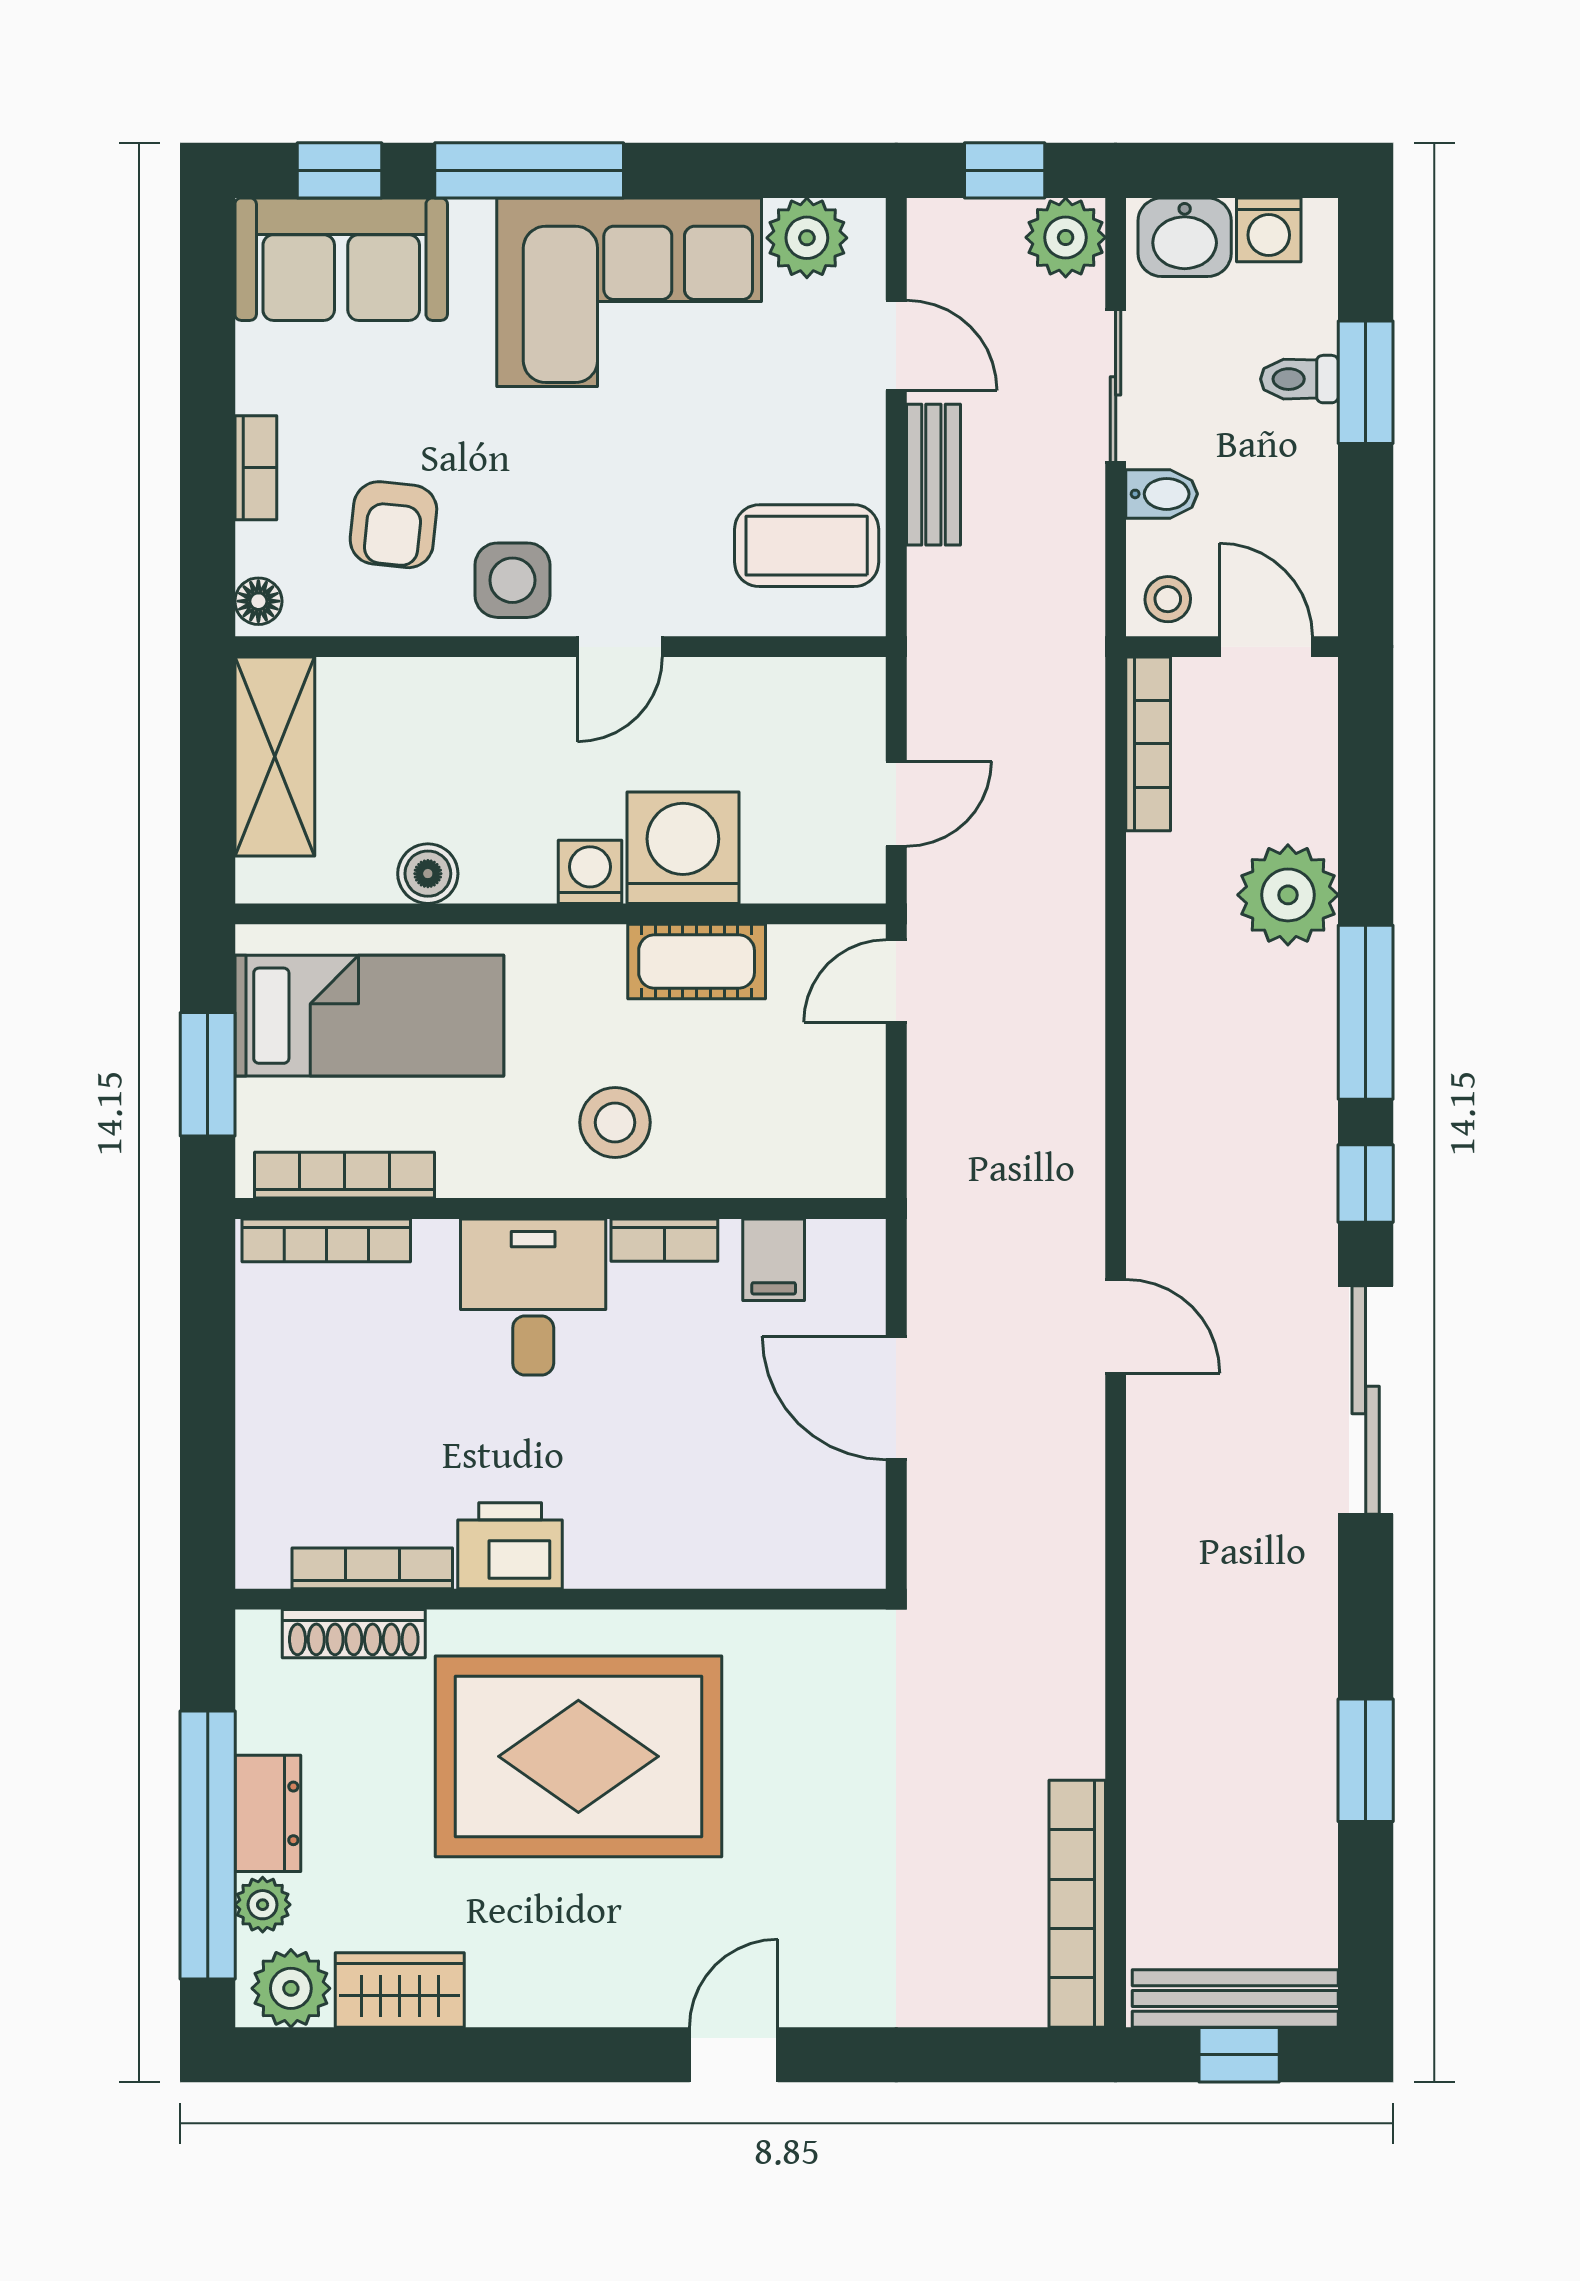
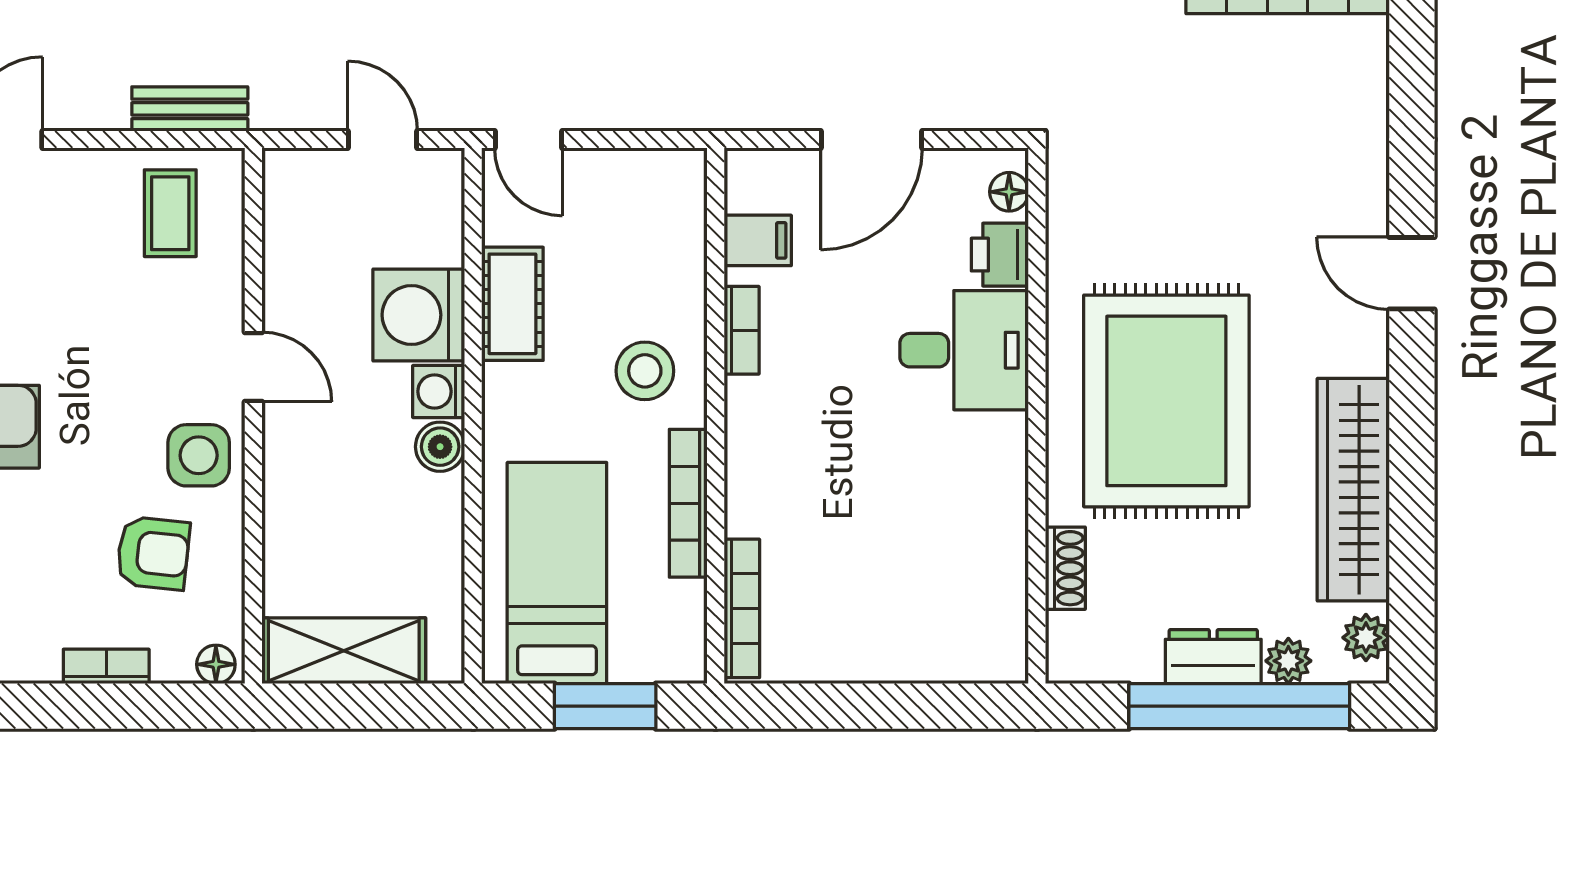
bench: (933, 475) -> (190, 109), moved
coffee table: (807, 546) -> (170, 213), width x0.73, depth x0.77
boiler: (428, 874) -> (440, 447), moved
bookcase: (345, 1175) -> (688, 503), moved
desk: (533, 1297) -> (964, 350), moved, turned 180
printer: (510, 1546) -> (1000, 255), moved, width x0.73, depth x0.81
floor lamp: (833, 1565) -> (1009, 192), added
bookcase: (372, 1568) -> (1012, 571), removed
shoe rack: (354, 1634) -> (1065, 568), width x0.70
plant: (291, 1988) -> (1366, 638), width x0.73, depth x0.73
wardrobe: (400, 1990) -> (1353, 490), width x2.10, depth x1.17

